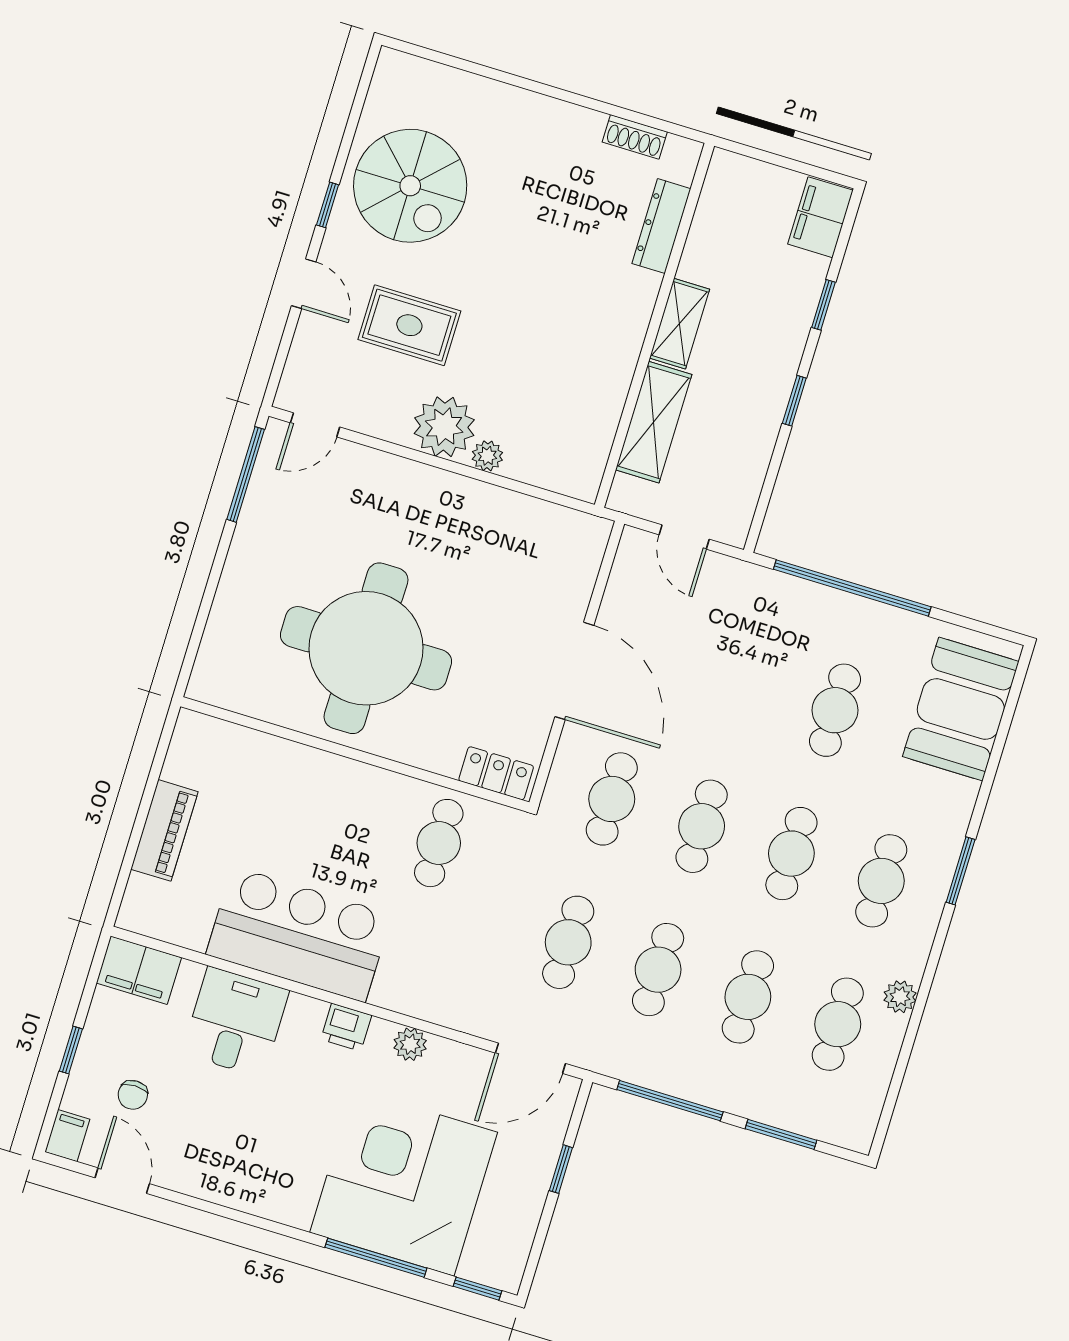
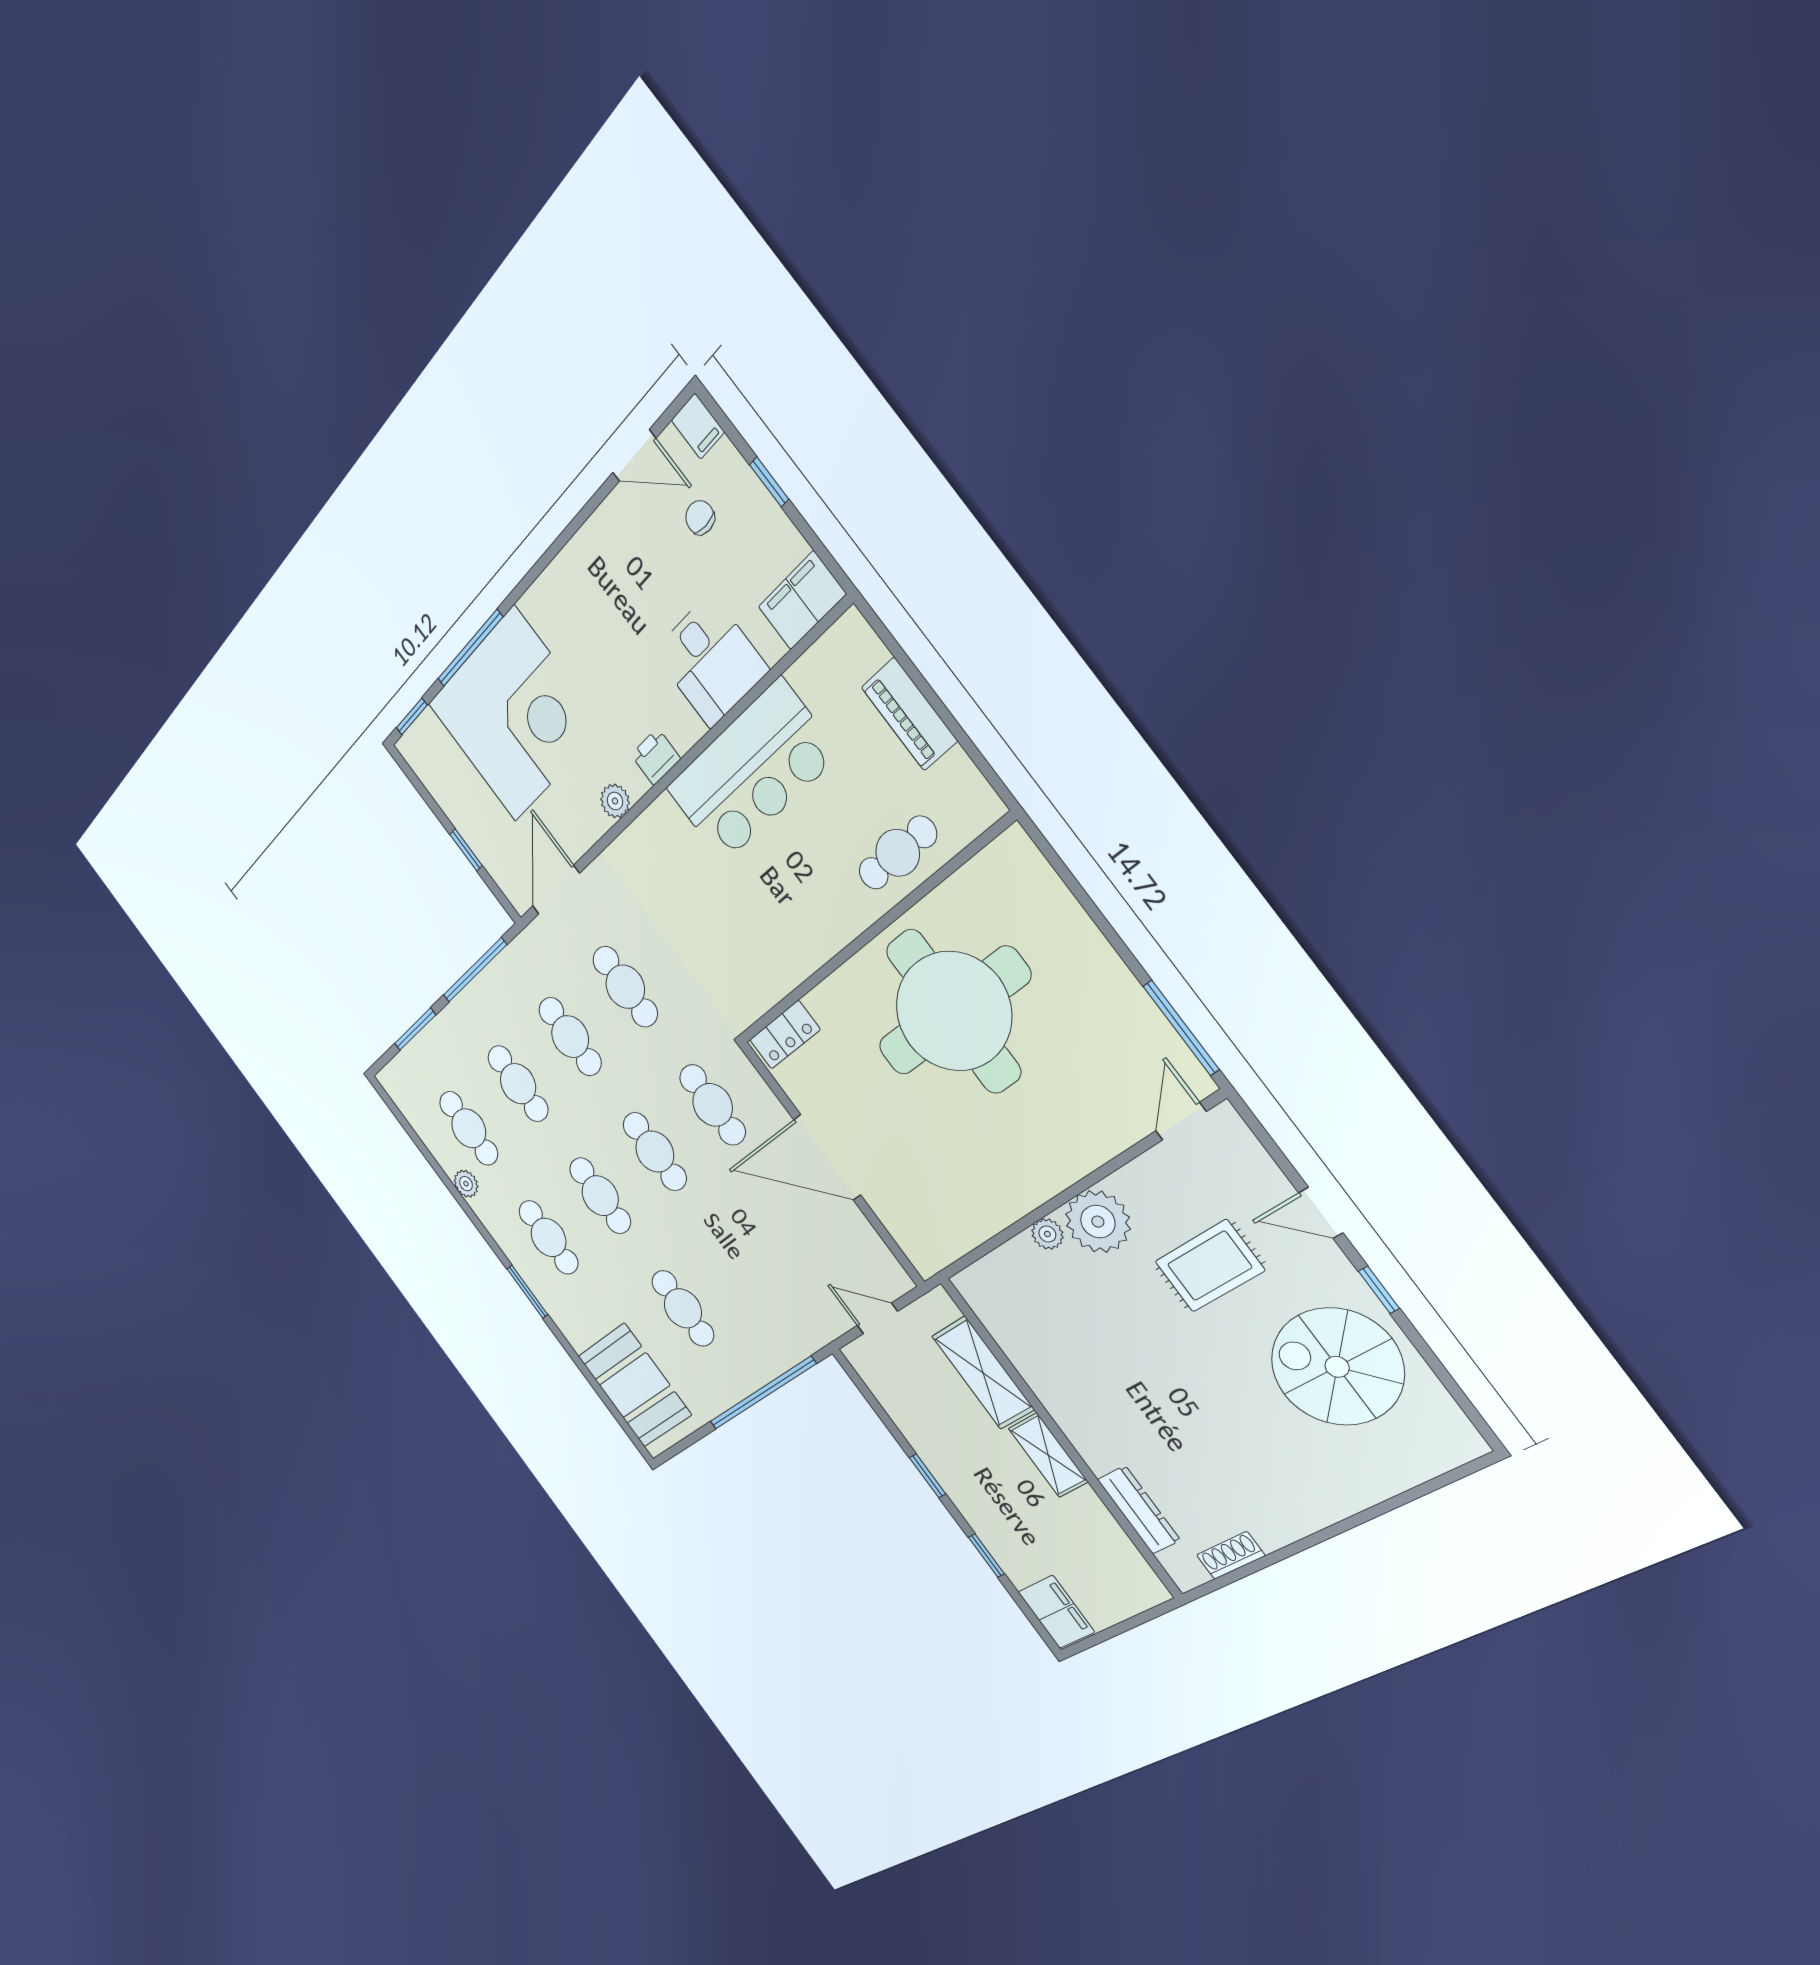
cafe table: (439, 843) -> (898, 853), moved, turned 90

